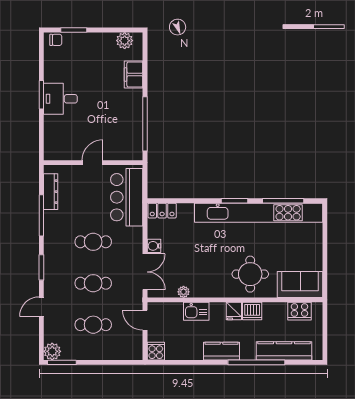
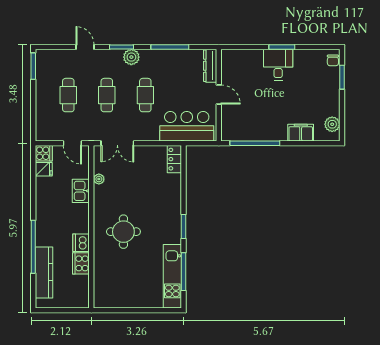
dresser: (51, 192) -> (210, 66), moved, turned 90
kitchen unit: (259, 213) -> (172, 276), width x0.54
water cooler: (154, 246) -> (142, 152), removed
round table: (250, 274) -> (123, 232), moved
sofa: (300, 285) -> (106, 287), removed
fridge: (234, 311) -> (44, 169), moved, turned 180
cooker: (299, 311) -> (81, 263), moved
door: (145, 320) -> (72, 143), swing flipped
plant: (52, 351) -> (131, 57), moved
kitchen counter: (222, 351) -> (44, 214), removed

